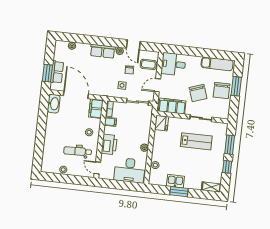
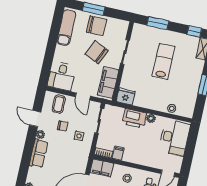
door: (133, 45) -> (35, 119), swing flipped
chair: (198, 93) -> (97, 52), turned -137
lab bench: (196, 141) -> (164, 61), moved
printer: (109, 144) -> (134, 118), moved, turned 180
window: (227, 167) -> (194, 31), moved
kitchen sink: (175, 181) -> (192, 88), removed

